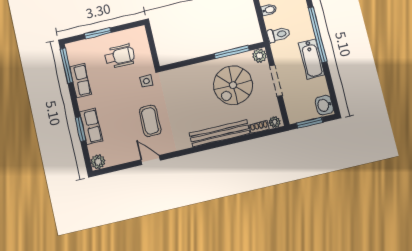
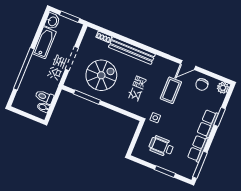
toilet: (279, 34) -> (44, 97), moved
plant: (260, 56) -> (71, 82), removed
bathtub: (312, 59) -> (44, 43), moved
plant: (275, 122) -> (92, 33), removed
row of seats: (91, 126) -> (208, 123), moved
chair: (122, 150) -> (202, 84), added
door: (151, 160) -> (188, 65), hinge flipped

